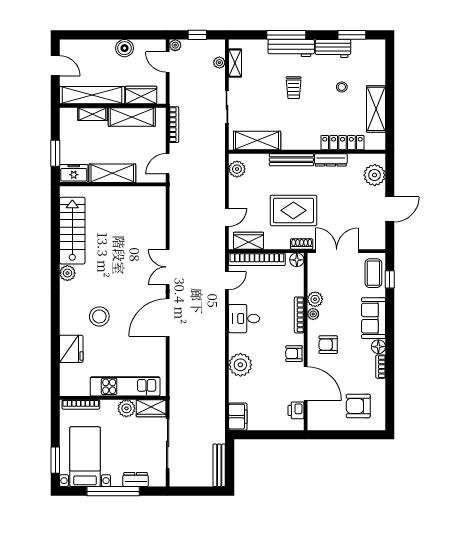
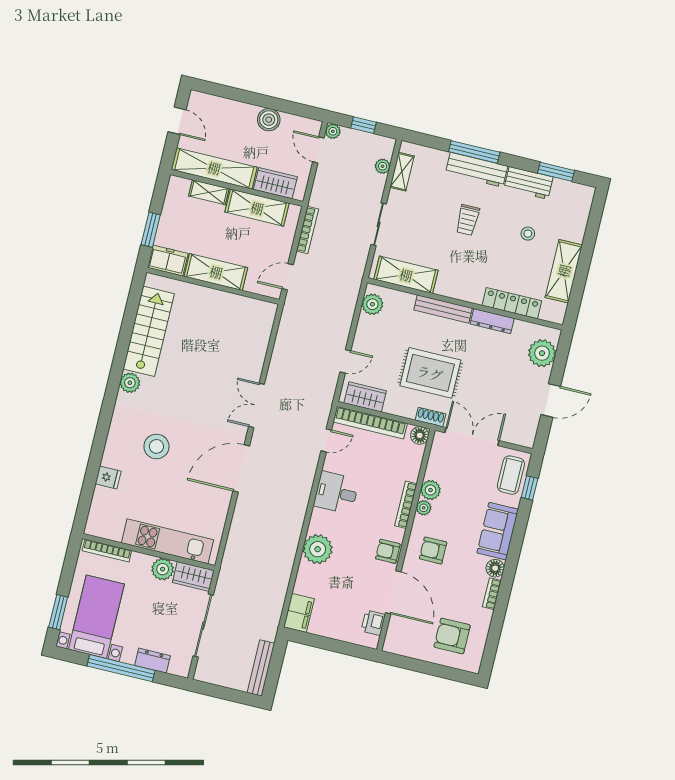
fridge: (71, 349) -> (108, 477), width x0.53, depth x0.75

